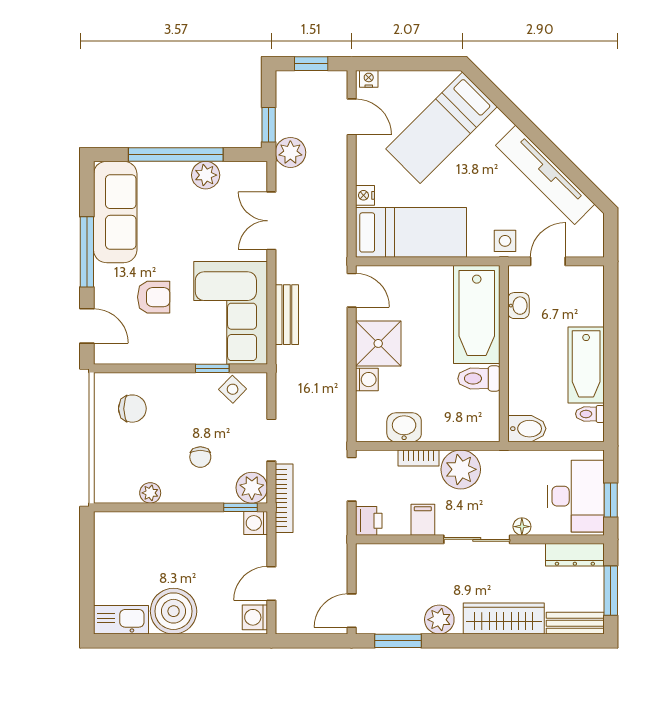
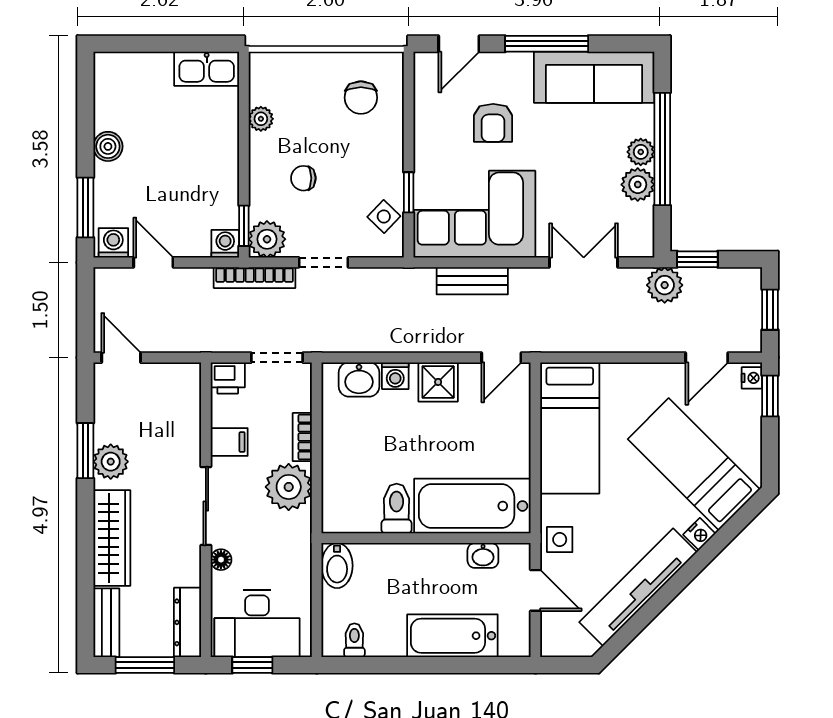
window: (384, 64) -> (770, 396), added
plant: (178, 173) -> (641, 152), added
nightstand: (365, 195) -> (699, 534), moved, turned 135
shower: (378, 343) -> (438, 382), width x0.73, depth x0.73
bathtub: (586, 365) -> (452, 636), moved
washbasin: (404, 427) -> (359, 379), moved, turned 90
boiler: (174, 611) -> (108, 146), width x0.54, depth x0.54
kitchen sink: (121, 620) -> (207, 69), moved, turned 90
window: (225, 641) -> (85, 207), added
window: (398, 641) -> (85, 451), moved

